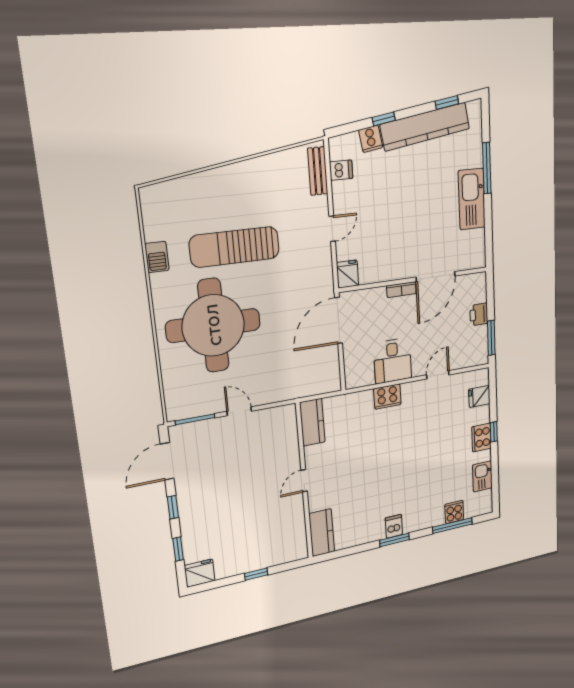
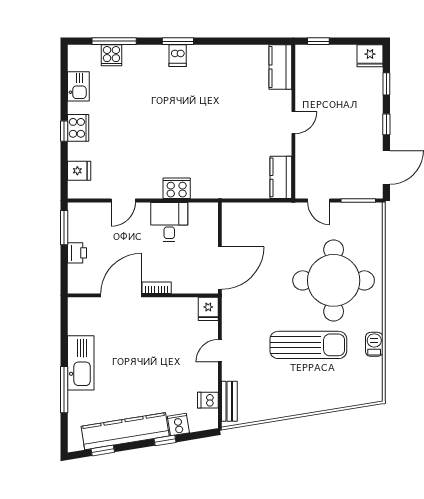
kitchen counter: (312, 422) -> (281, 177), moved
door: (304, 481) -> (293, 123), moved
wall: (304, 482) -> (293, 122), moved
kitchen counter: (322, 533) -> (280, 67), moved

